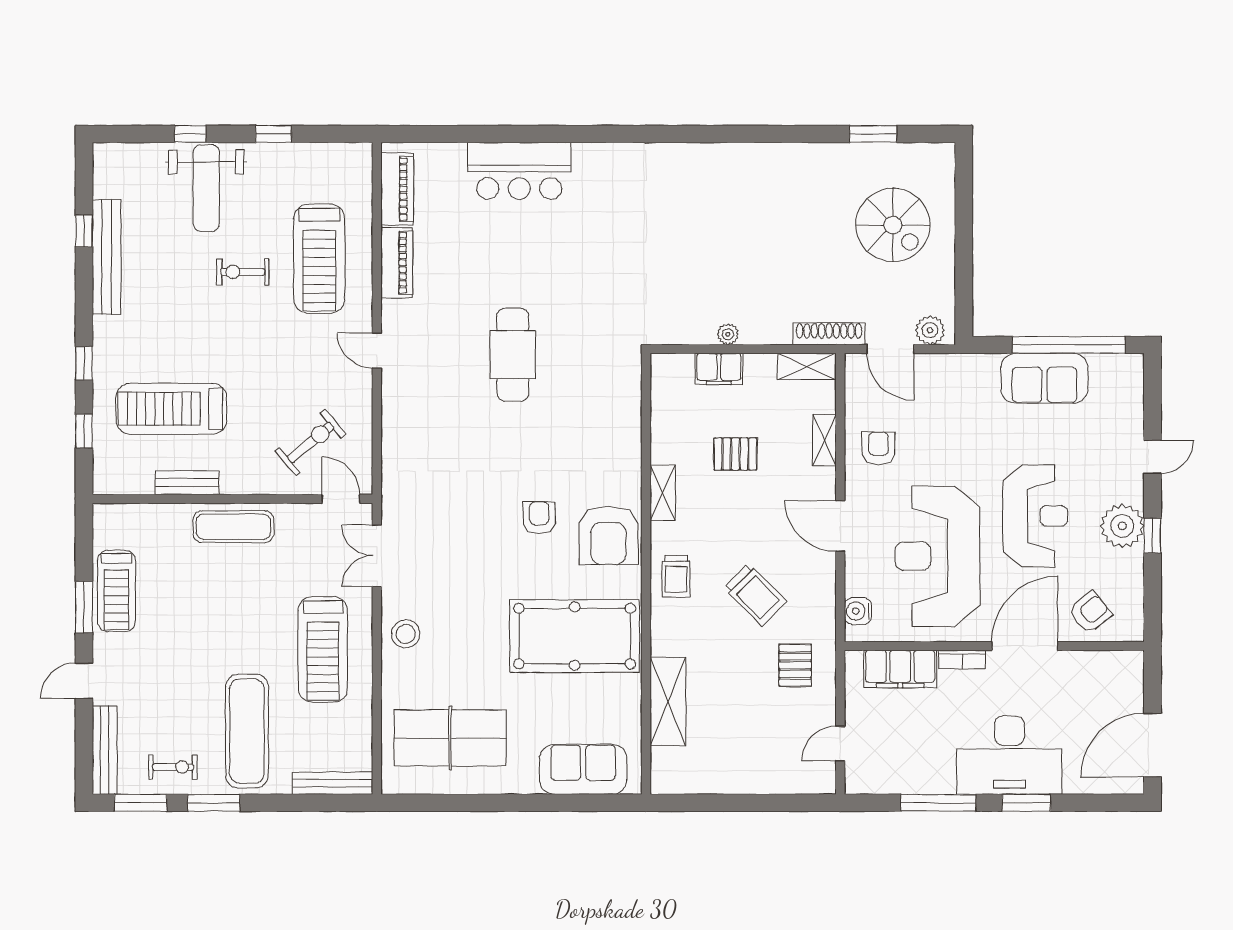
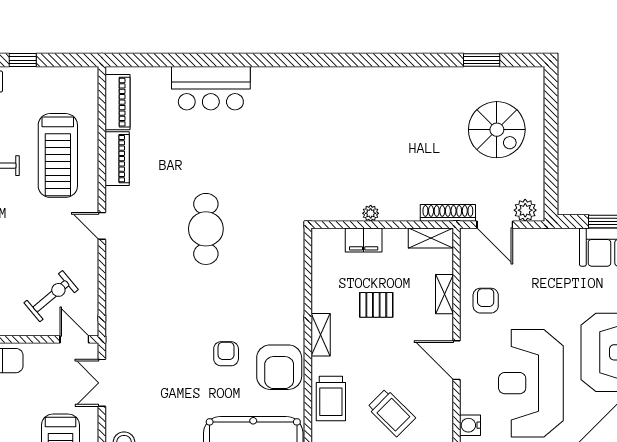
trolley: (676, 576) -> (331, 399), width x1.36, depth x1.39

